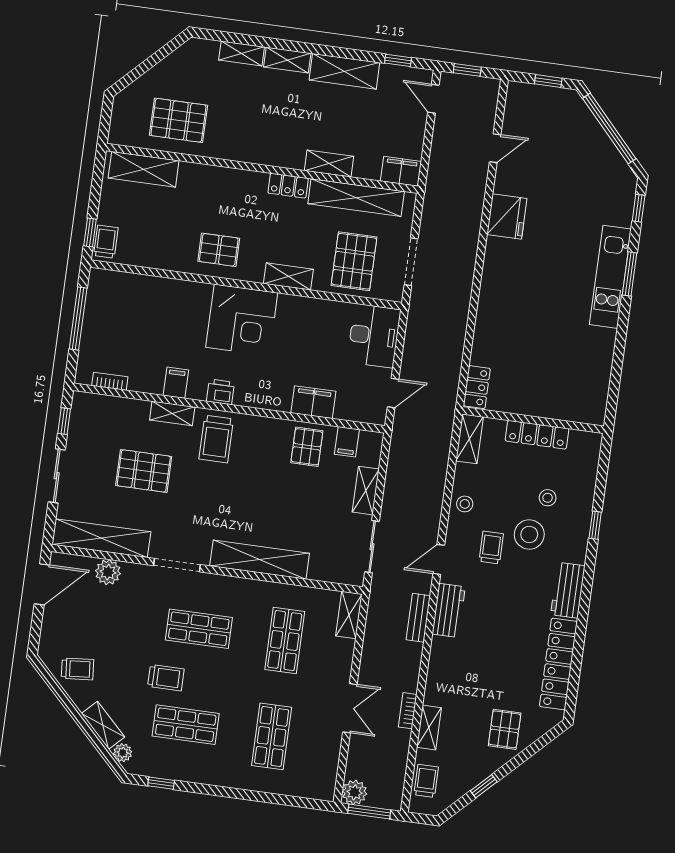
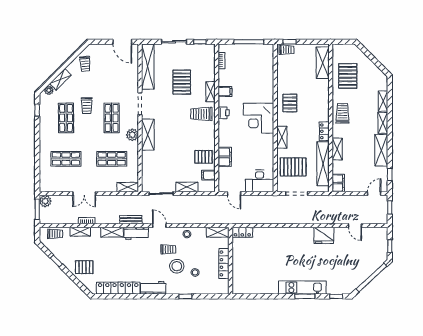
trolley: (256, 142) -> (342, 113), added
shelving: (260, 560) -> (148, 135), width x0.68
plant: (108, 572) -> (132, 135), moved
shelving: (439, 661) -> (112, 232), added

